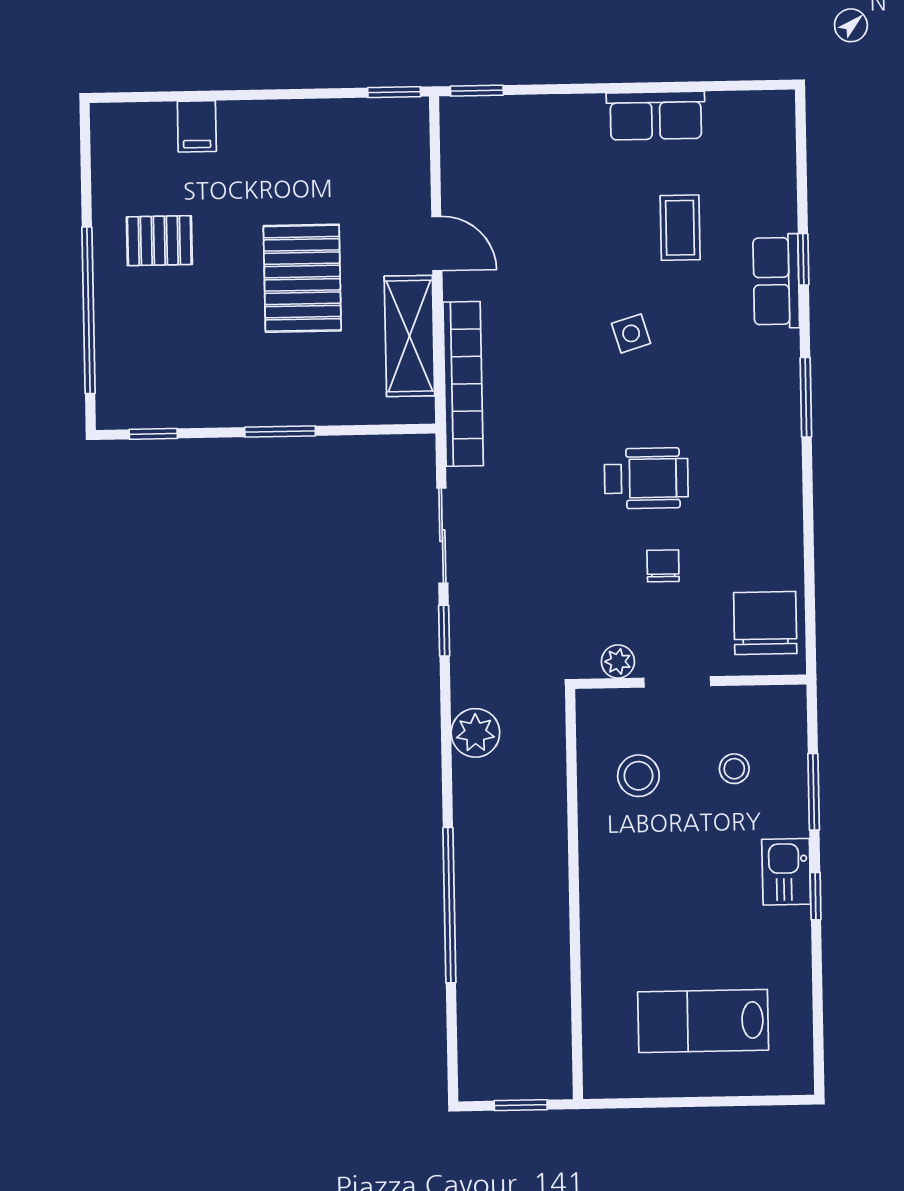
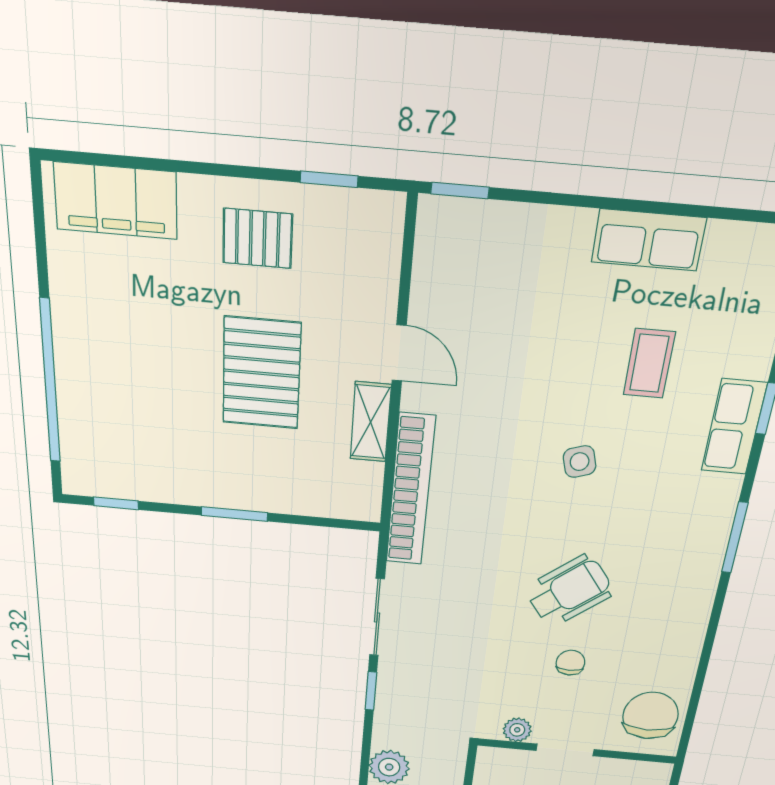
window: (394, 92) -> (329, 179), moved
filing cabinet: (197, 126) -> (116, 201), width x3.00, depth x1.17
pallet: (159, 241) -> (258, 238), moved
shelving: (409, 336) -> (371, 422), width x0.67, depth x0.75
wheelchair: (646, 478) -> (569, 591), turned -38

